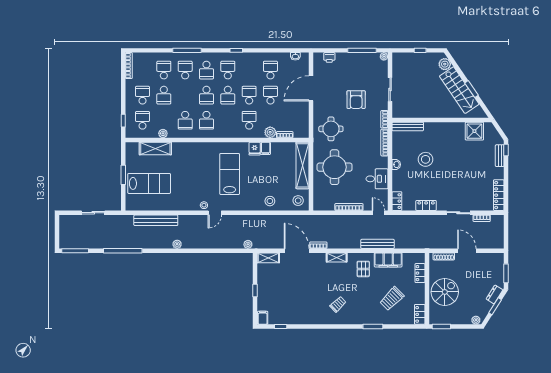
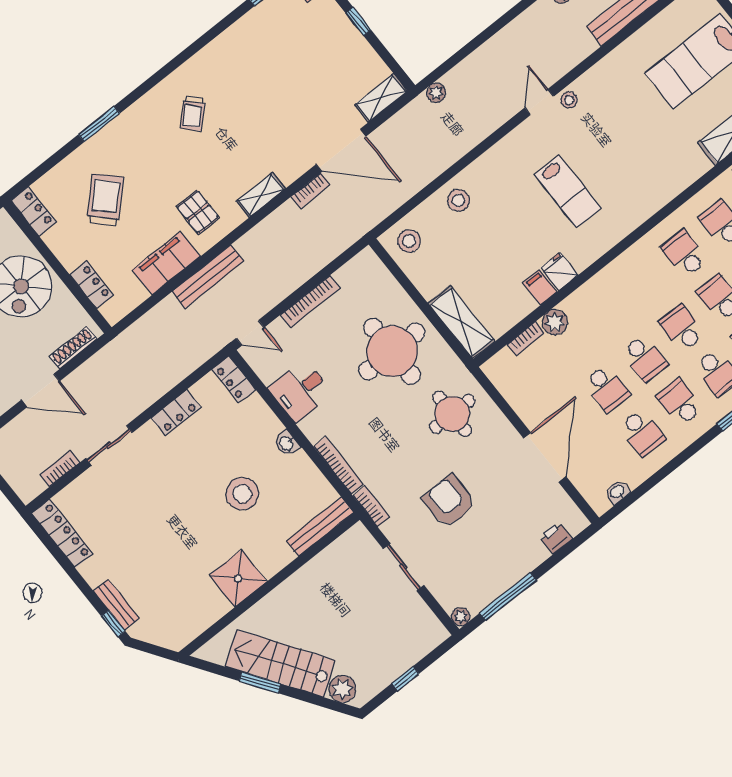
school desk: (249, 120) -> (680, 402), moved, turned 180
shower: (474, 131) -> (238, 578), moved
shelving: (302, 165) -> (461, 322), width x0.68
lab bench: (230, 174) -> (568, 191), width x0.73, depth x0.72

